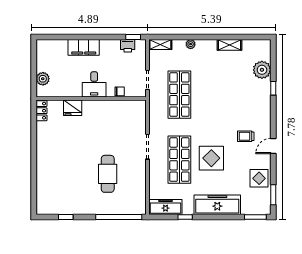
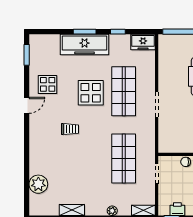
window: (273, 88) -> (27, 165), removed
trolley: (246, 136) -> (70, 129), moved
display table: (259, 178) -> (48, 84), moved
freezer: (165, 207) -> (143, 42), width x0.71
window: (255, 217) -> (85, 32), moved

